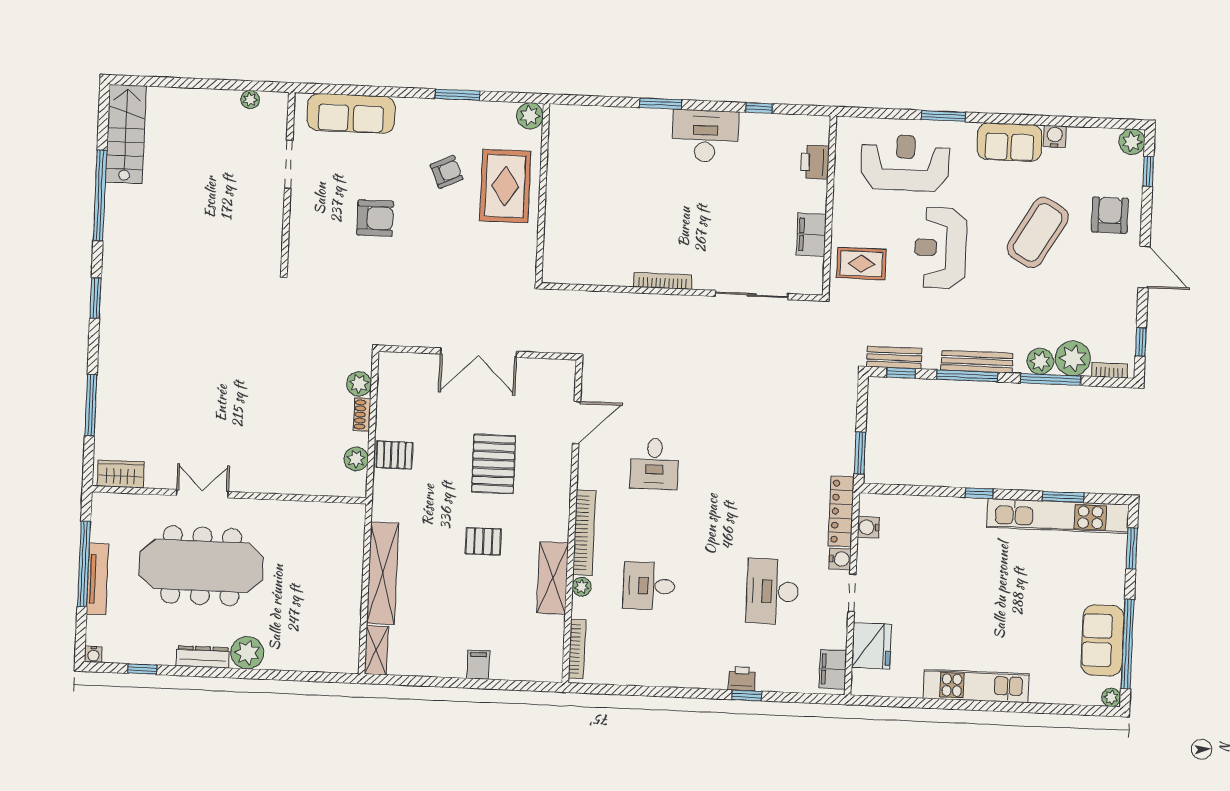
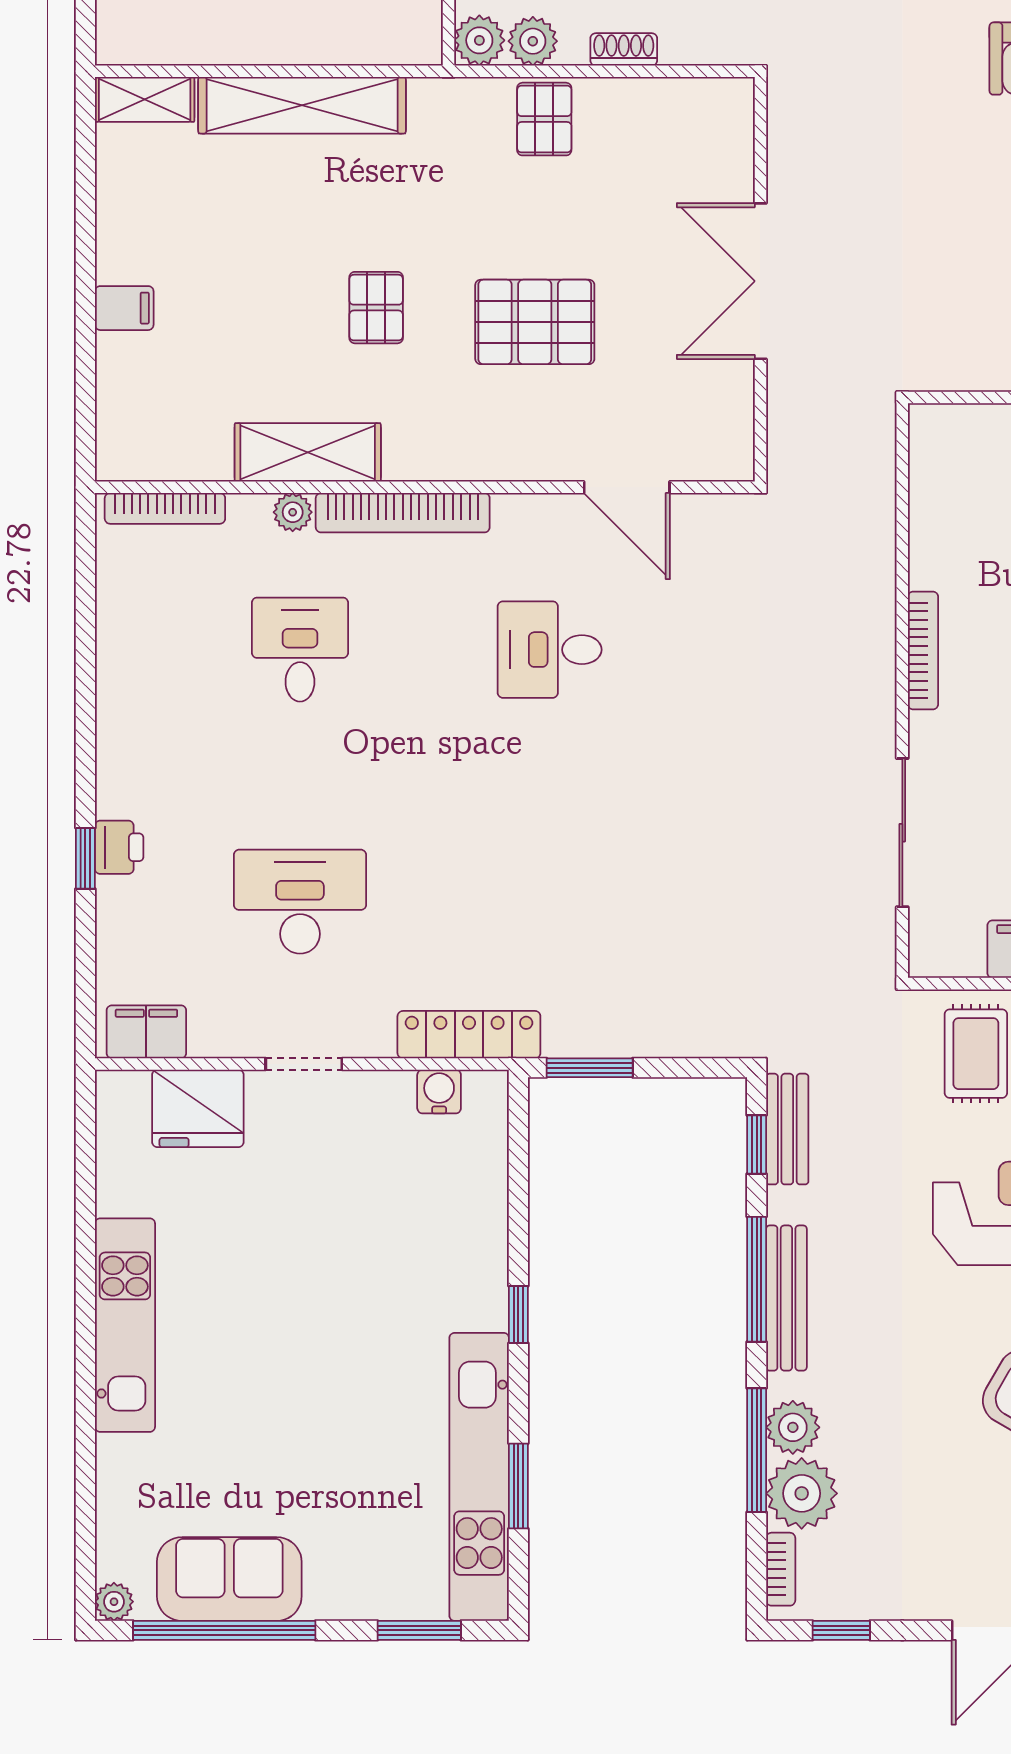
plant: (359, 384) -> (479, 40), moved
water cooler: (840, 559) -> (372, 1037), removed

